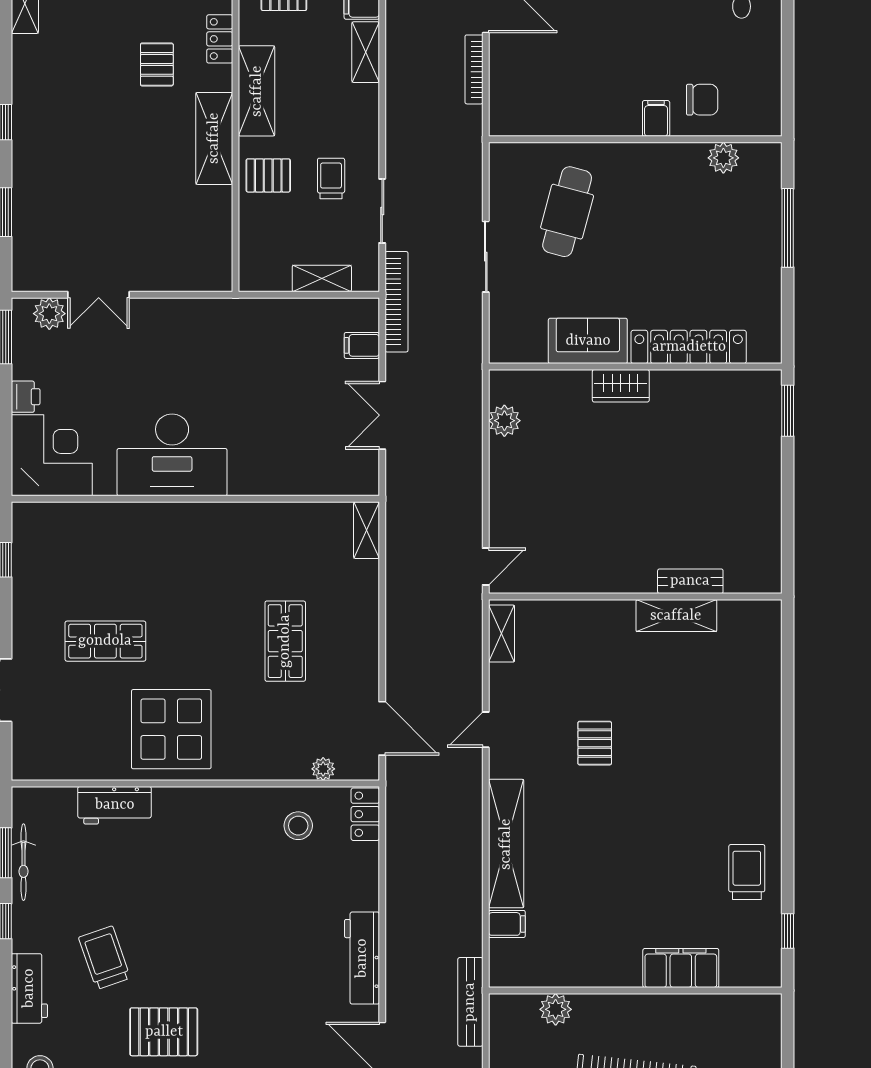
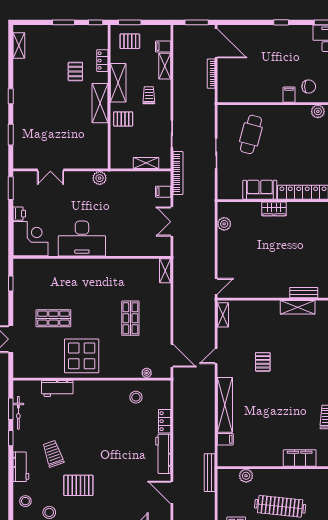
trolley: (331, 178) -> (149, 95), moved
plant: (49, 314) -> (100, 178), moved
locker: (365, 814) -> (165, 421), moved

